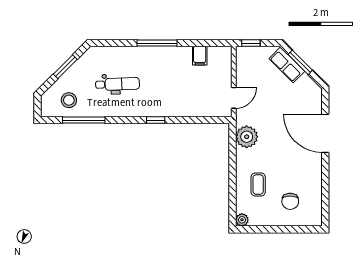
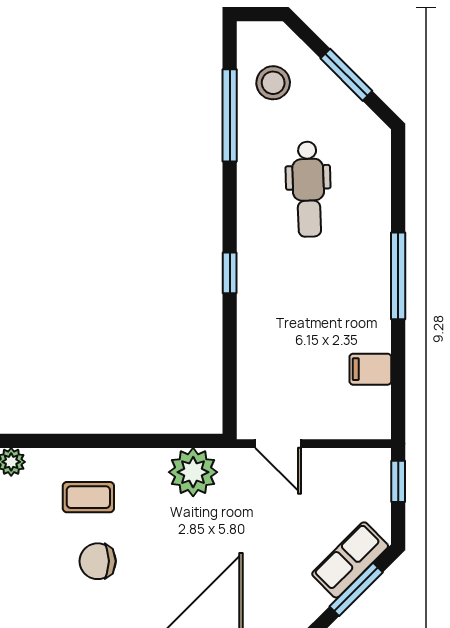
chair: (290, 201) -> (98, 561), moved

